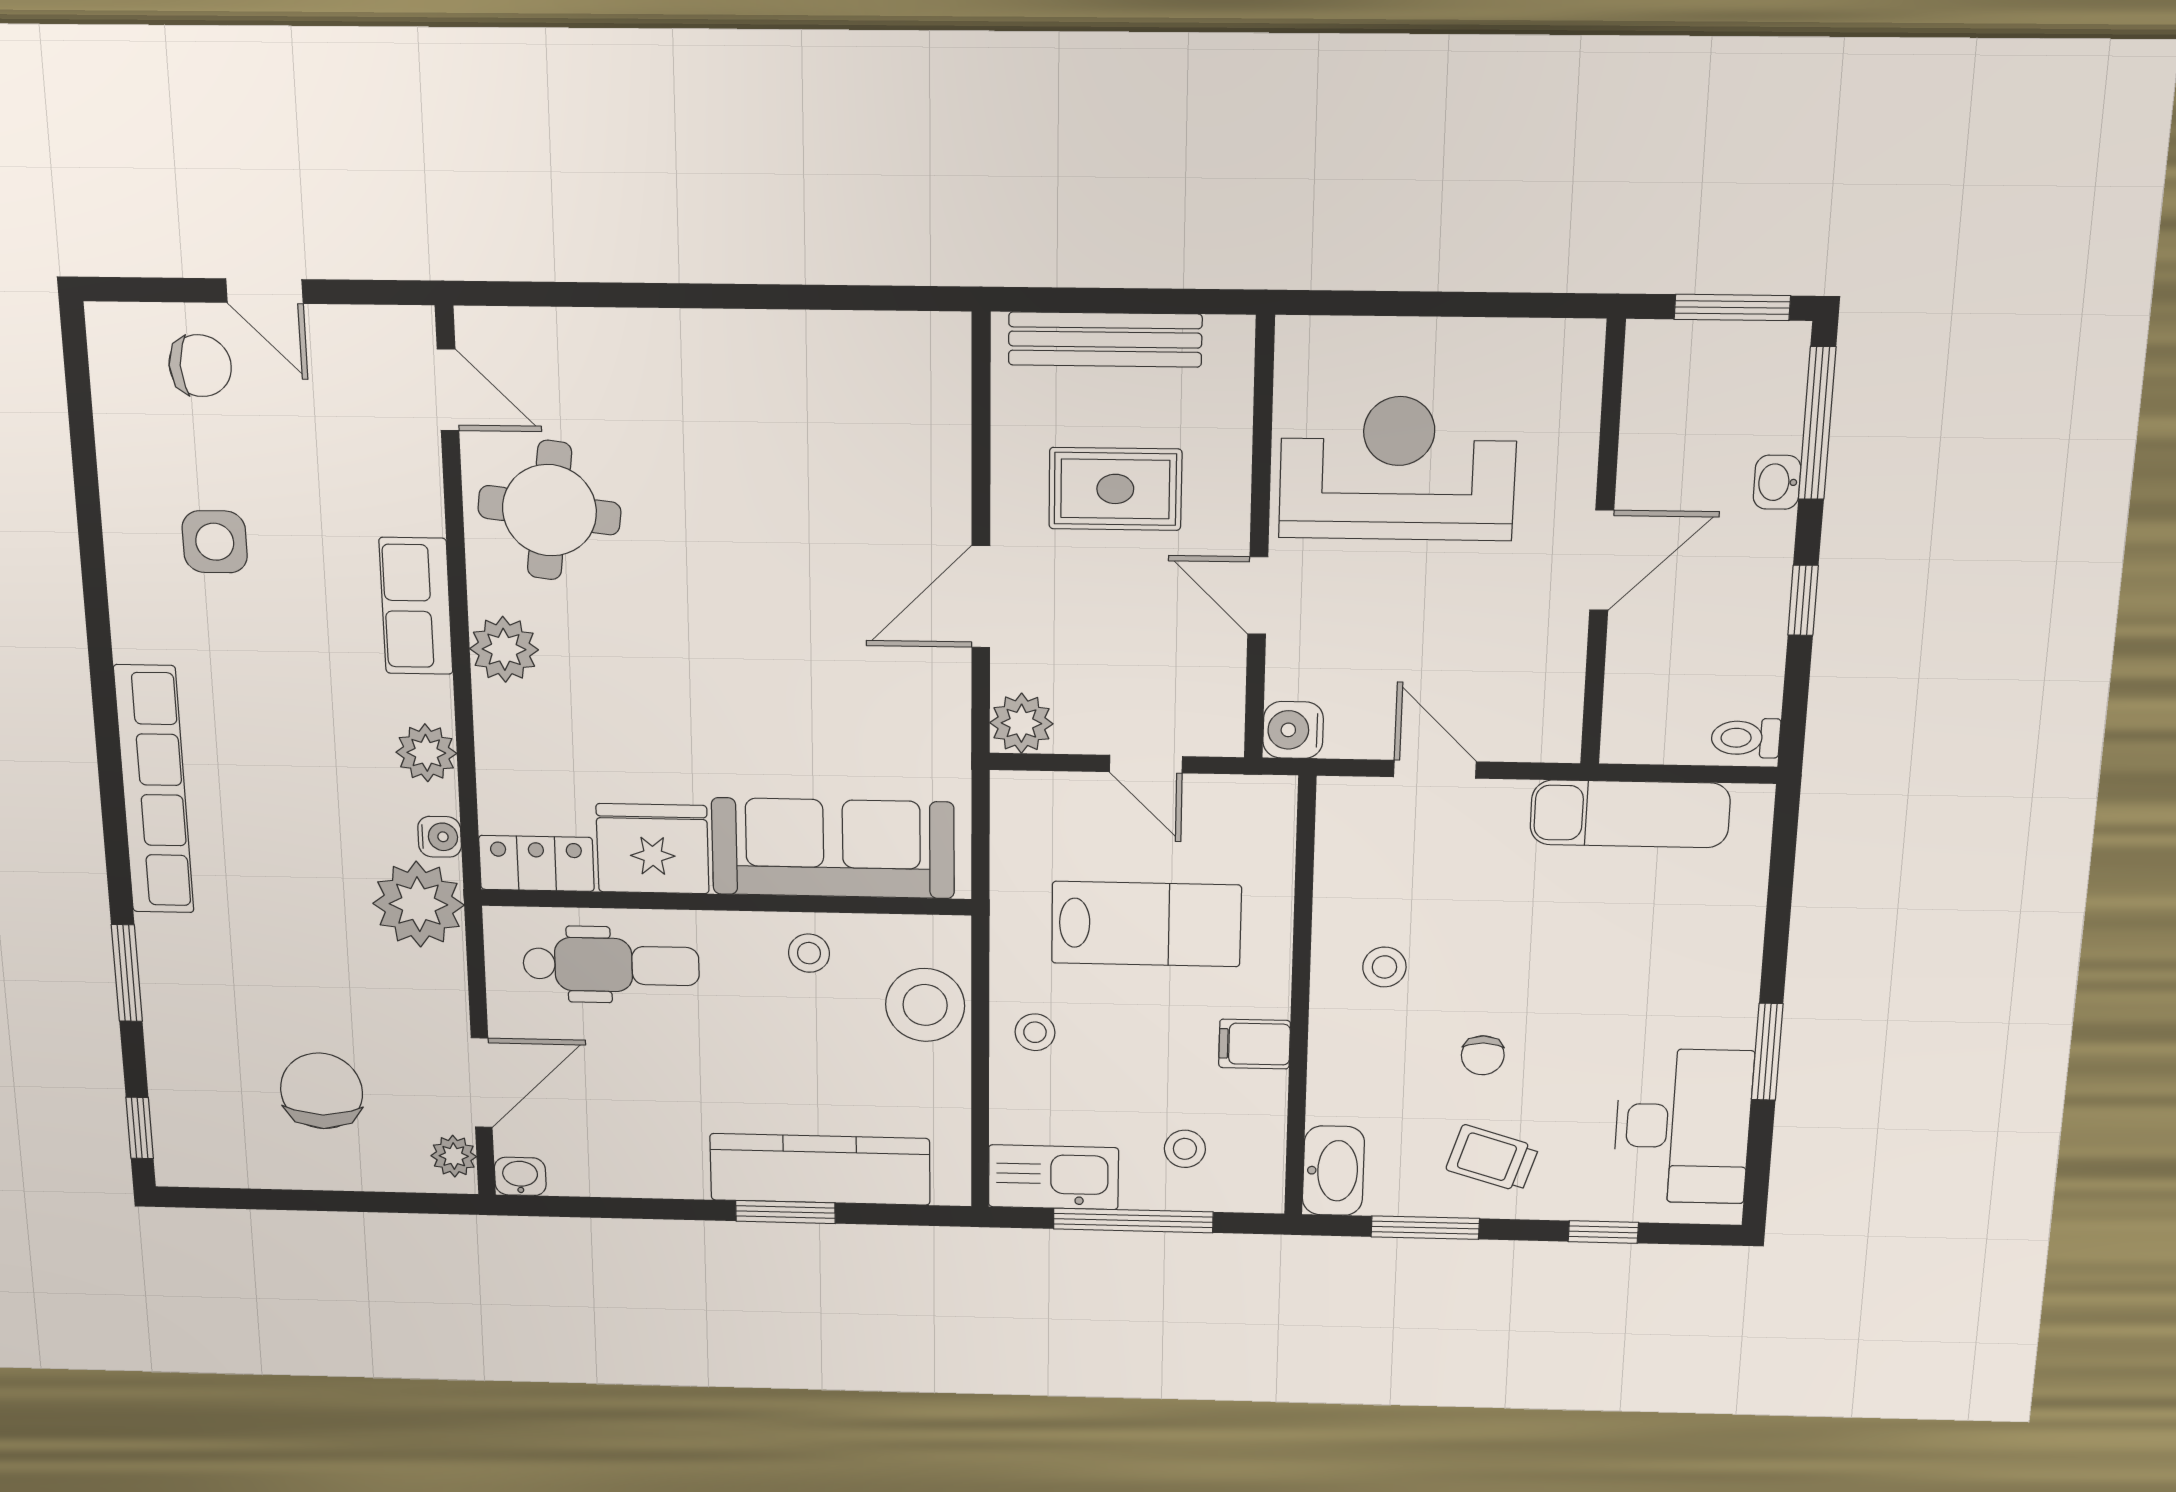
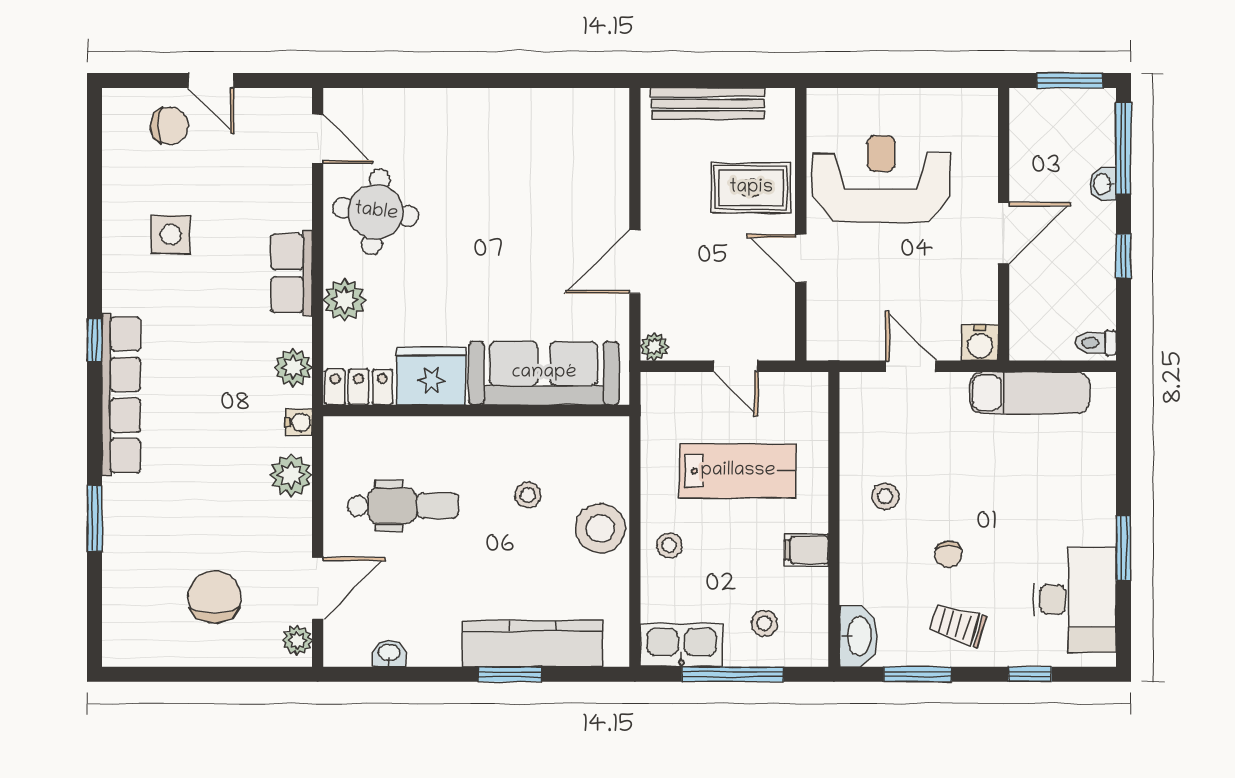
rug: (1115, 489) -> (751, 188), moved
plant: (1021, 723) -> (654, 347), width x0.73, depth x0.73
water cooler: (1293, 730) -> (980, 343), moved, turned -90
sofa: (833, 848) -> (544, 373), moved
fridge: (653, 849) -> (432, 376), moved
locker: (536, 863) -> (359, 387), moved
wall: (726, 902) -> (476, 411), moved
plant: (418, 904) -> (291, 475), width x0.73, depth x0.73
window: (140, 1128) -> (95, 340), moved
washbasin: (520, 1176) -> (389, 653), moved

